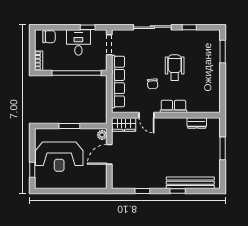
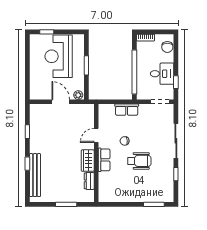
row of seats: (118, 82) -> (127, 110), width x0.50
wardrobe: (124, 125) -> (88, 161), moved

